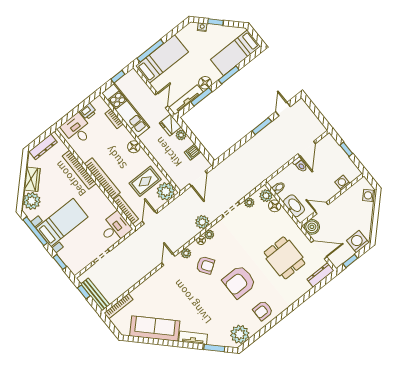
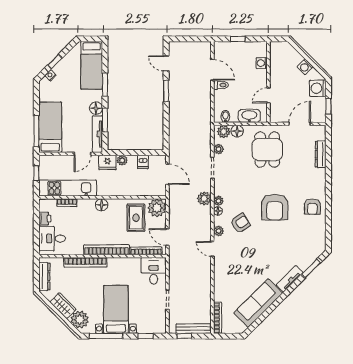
door: (161, 100) -> (82, 154), swing flipped
washing machine: (369, 195) -> (305, 67), moved
boiler: (312, 227) -> (277, 115), removed
dining table: (284, 258) -> (267, 150), moved, turned 90
dresser: (321, 275) -> (321, 154), moved
plant: (240, 334) -> (316, 240), removed

